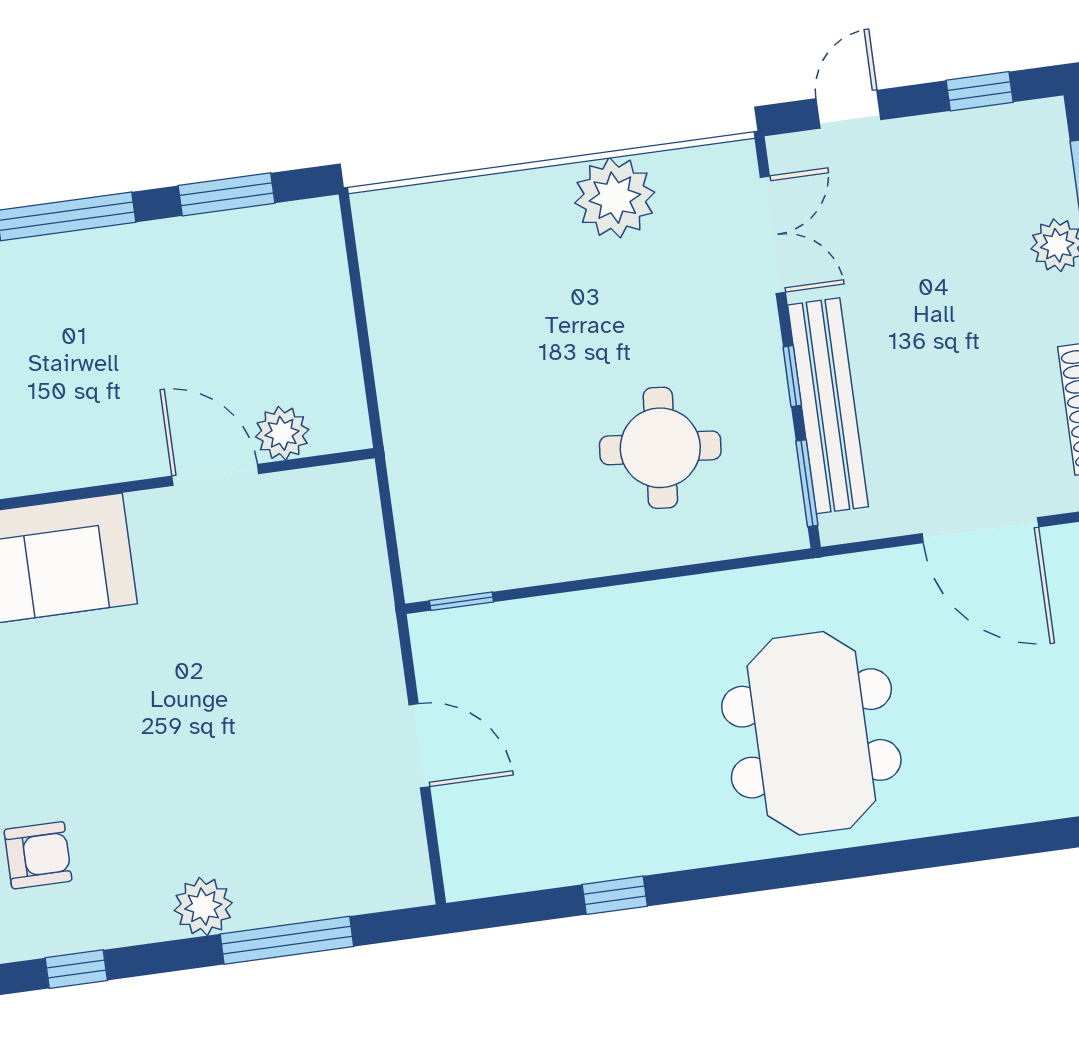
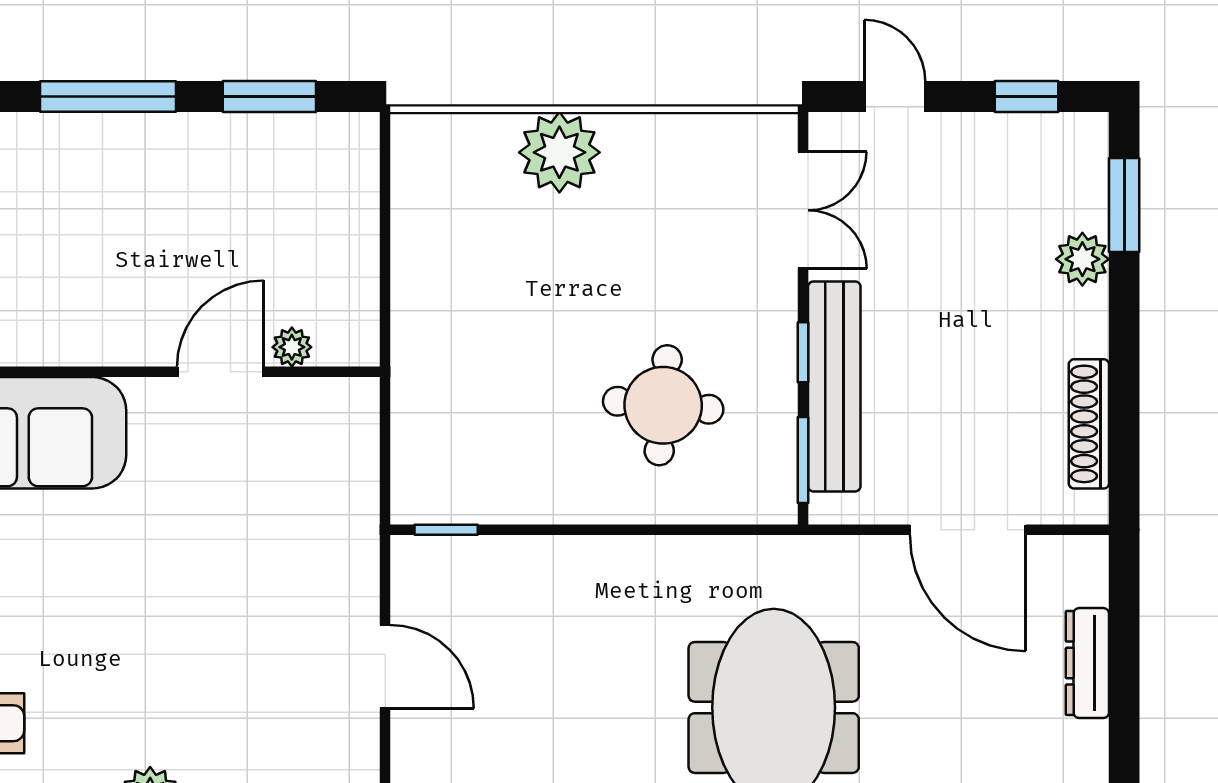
door: (849, 109) -> (895, 97), hinge flipped
plant: (615, 198) -> (559, 152), moved
plant: (282, 433) -> (292, 347), width x0.73, depth x0.73
door: (215, 475) -> (220, 372), hinge flipped

